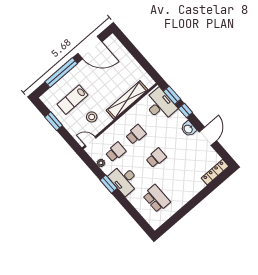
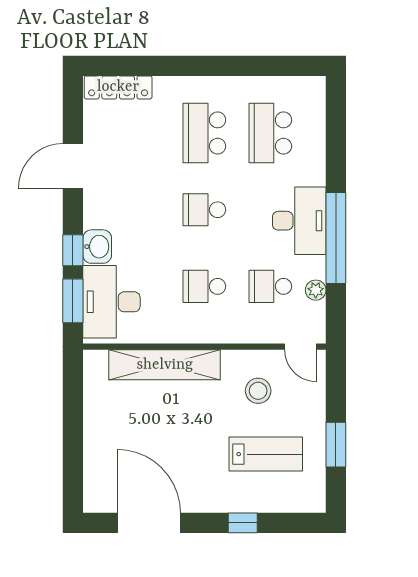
window: (61, 73) -> (243, 523), width x0.32
washbasin: (188, 129) -> (97, 247), moved
school desk: (177, 181) -> (204, 133), added
window: (109, 184) -> (336, 238), width x2.11

